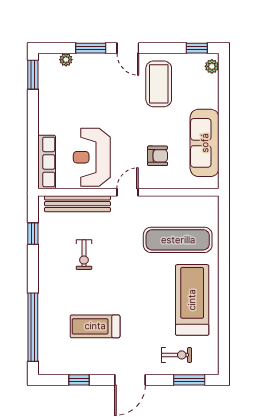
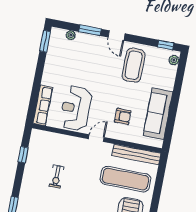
bench: (77, 204) -> (136, 154), moved

